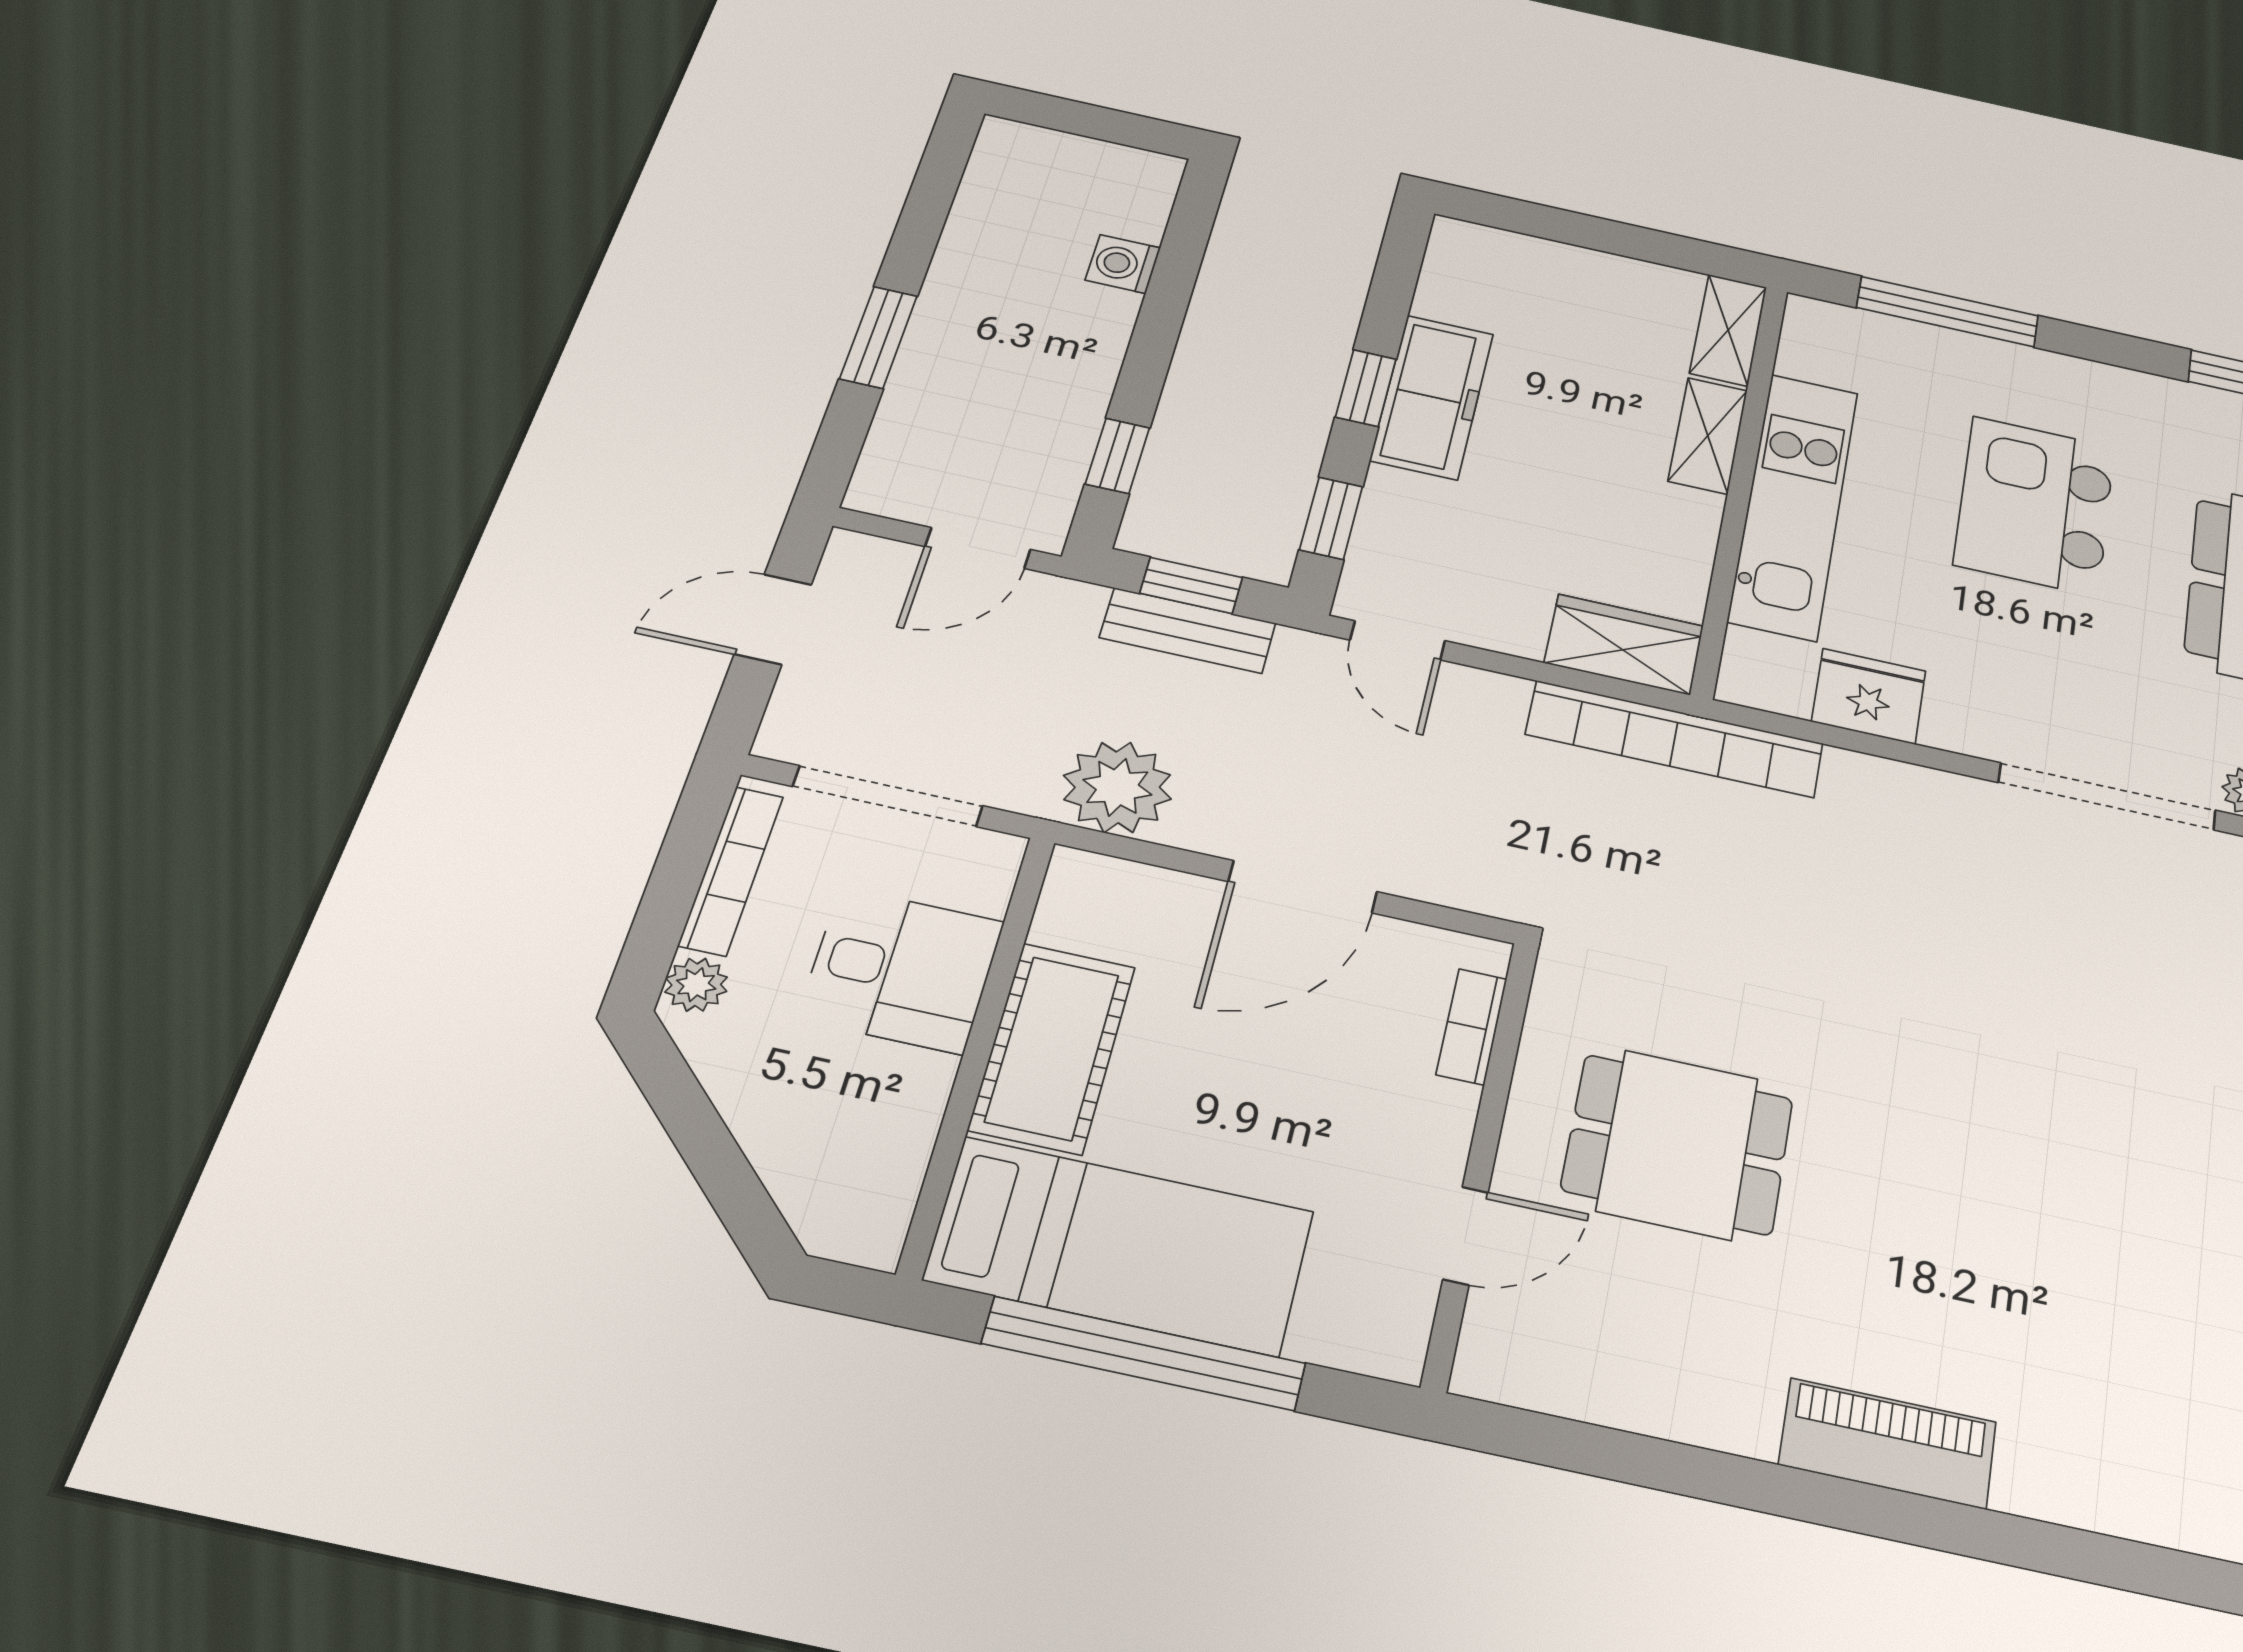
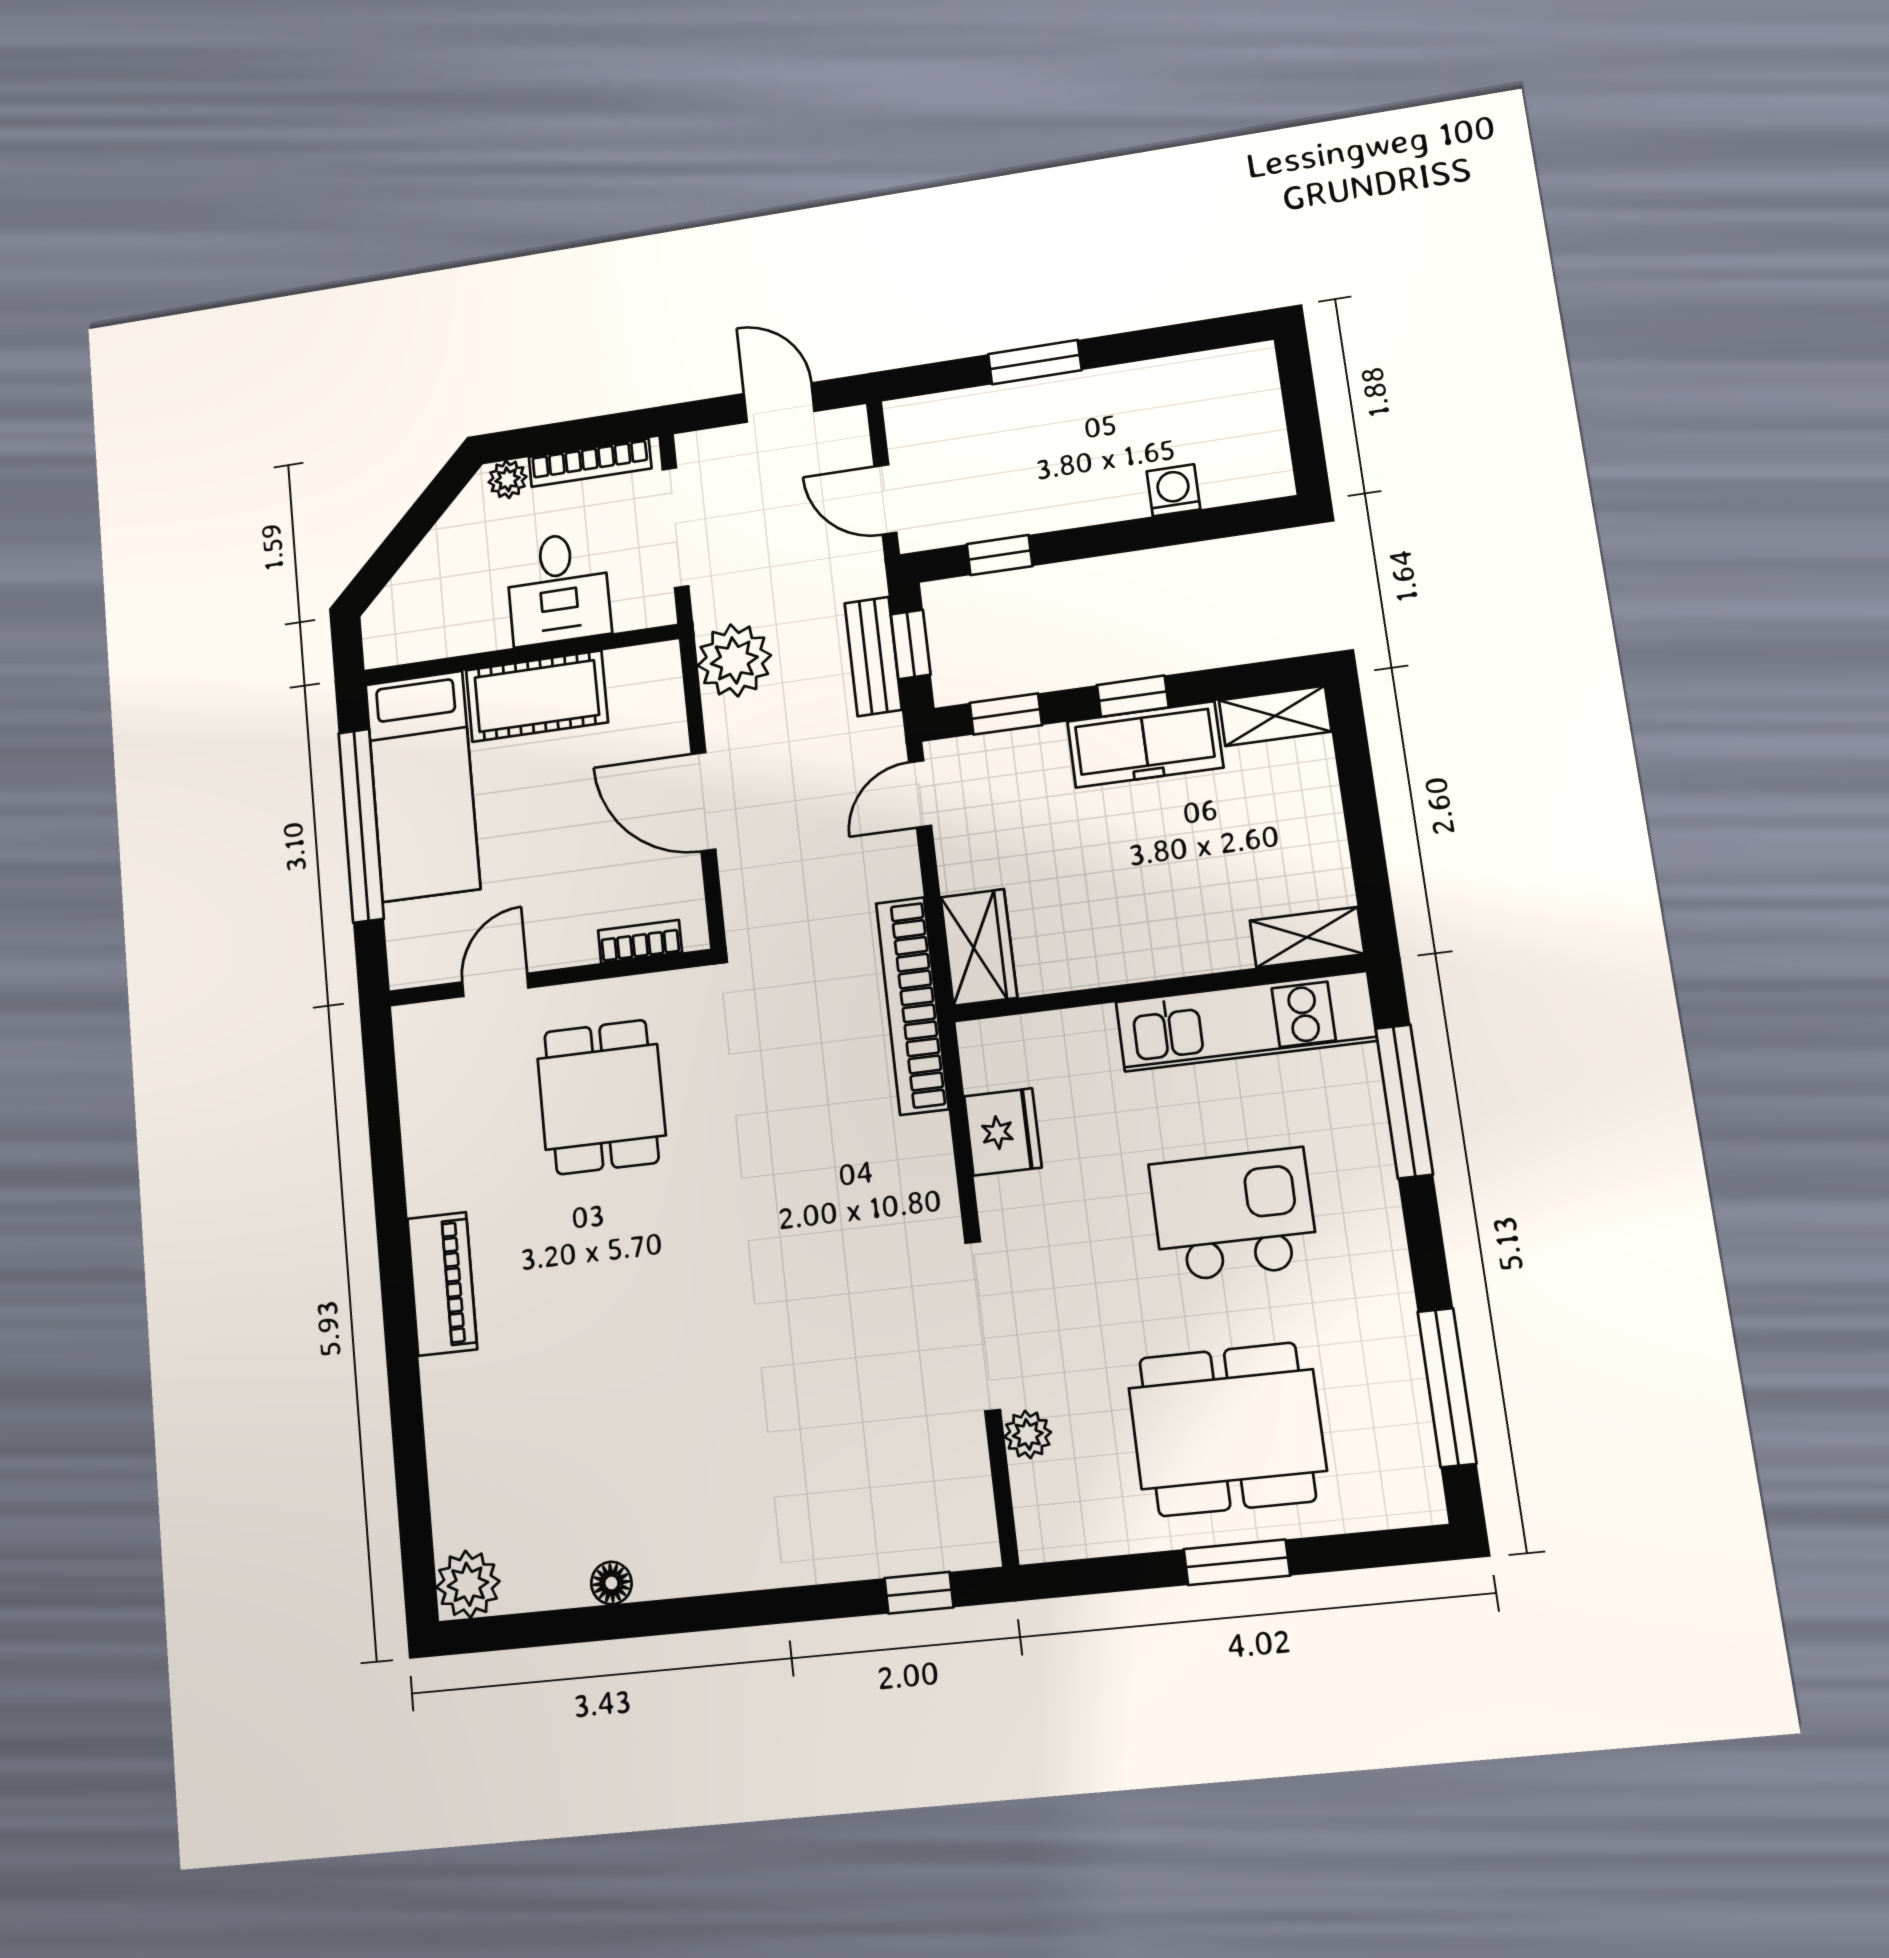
shelving: (1708, 436) -> (1275, 716), moved
kitchen unit: (1794, 505) -> (1246, 1021), moved
door: (1466, 1236) -> (495, 985), swing flipped

